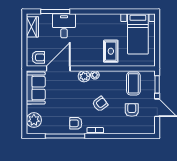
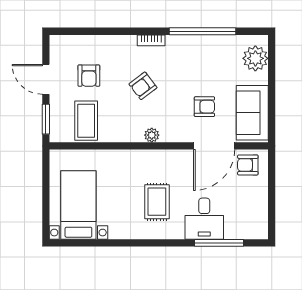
wardrobe: (32, 27) -> (258, 217), removed
rug: (111, 51) -> (157, 202), moved
plant: (84, 76) -> (170, 133), removed
armchair: (76, 123) -> (204, 107), moved

